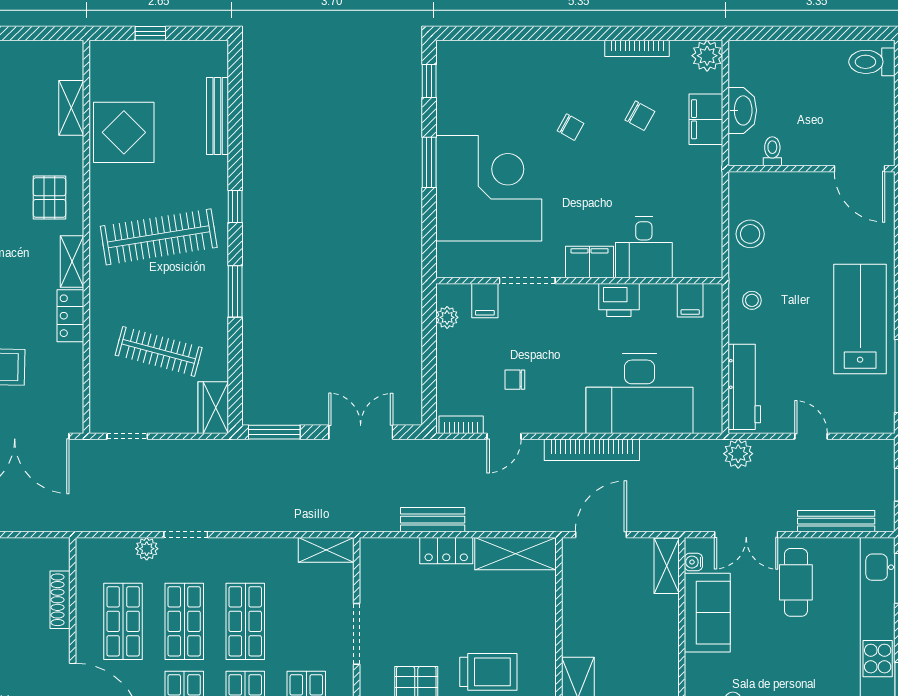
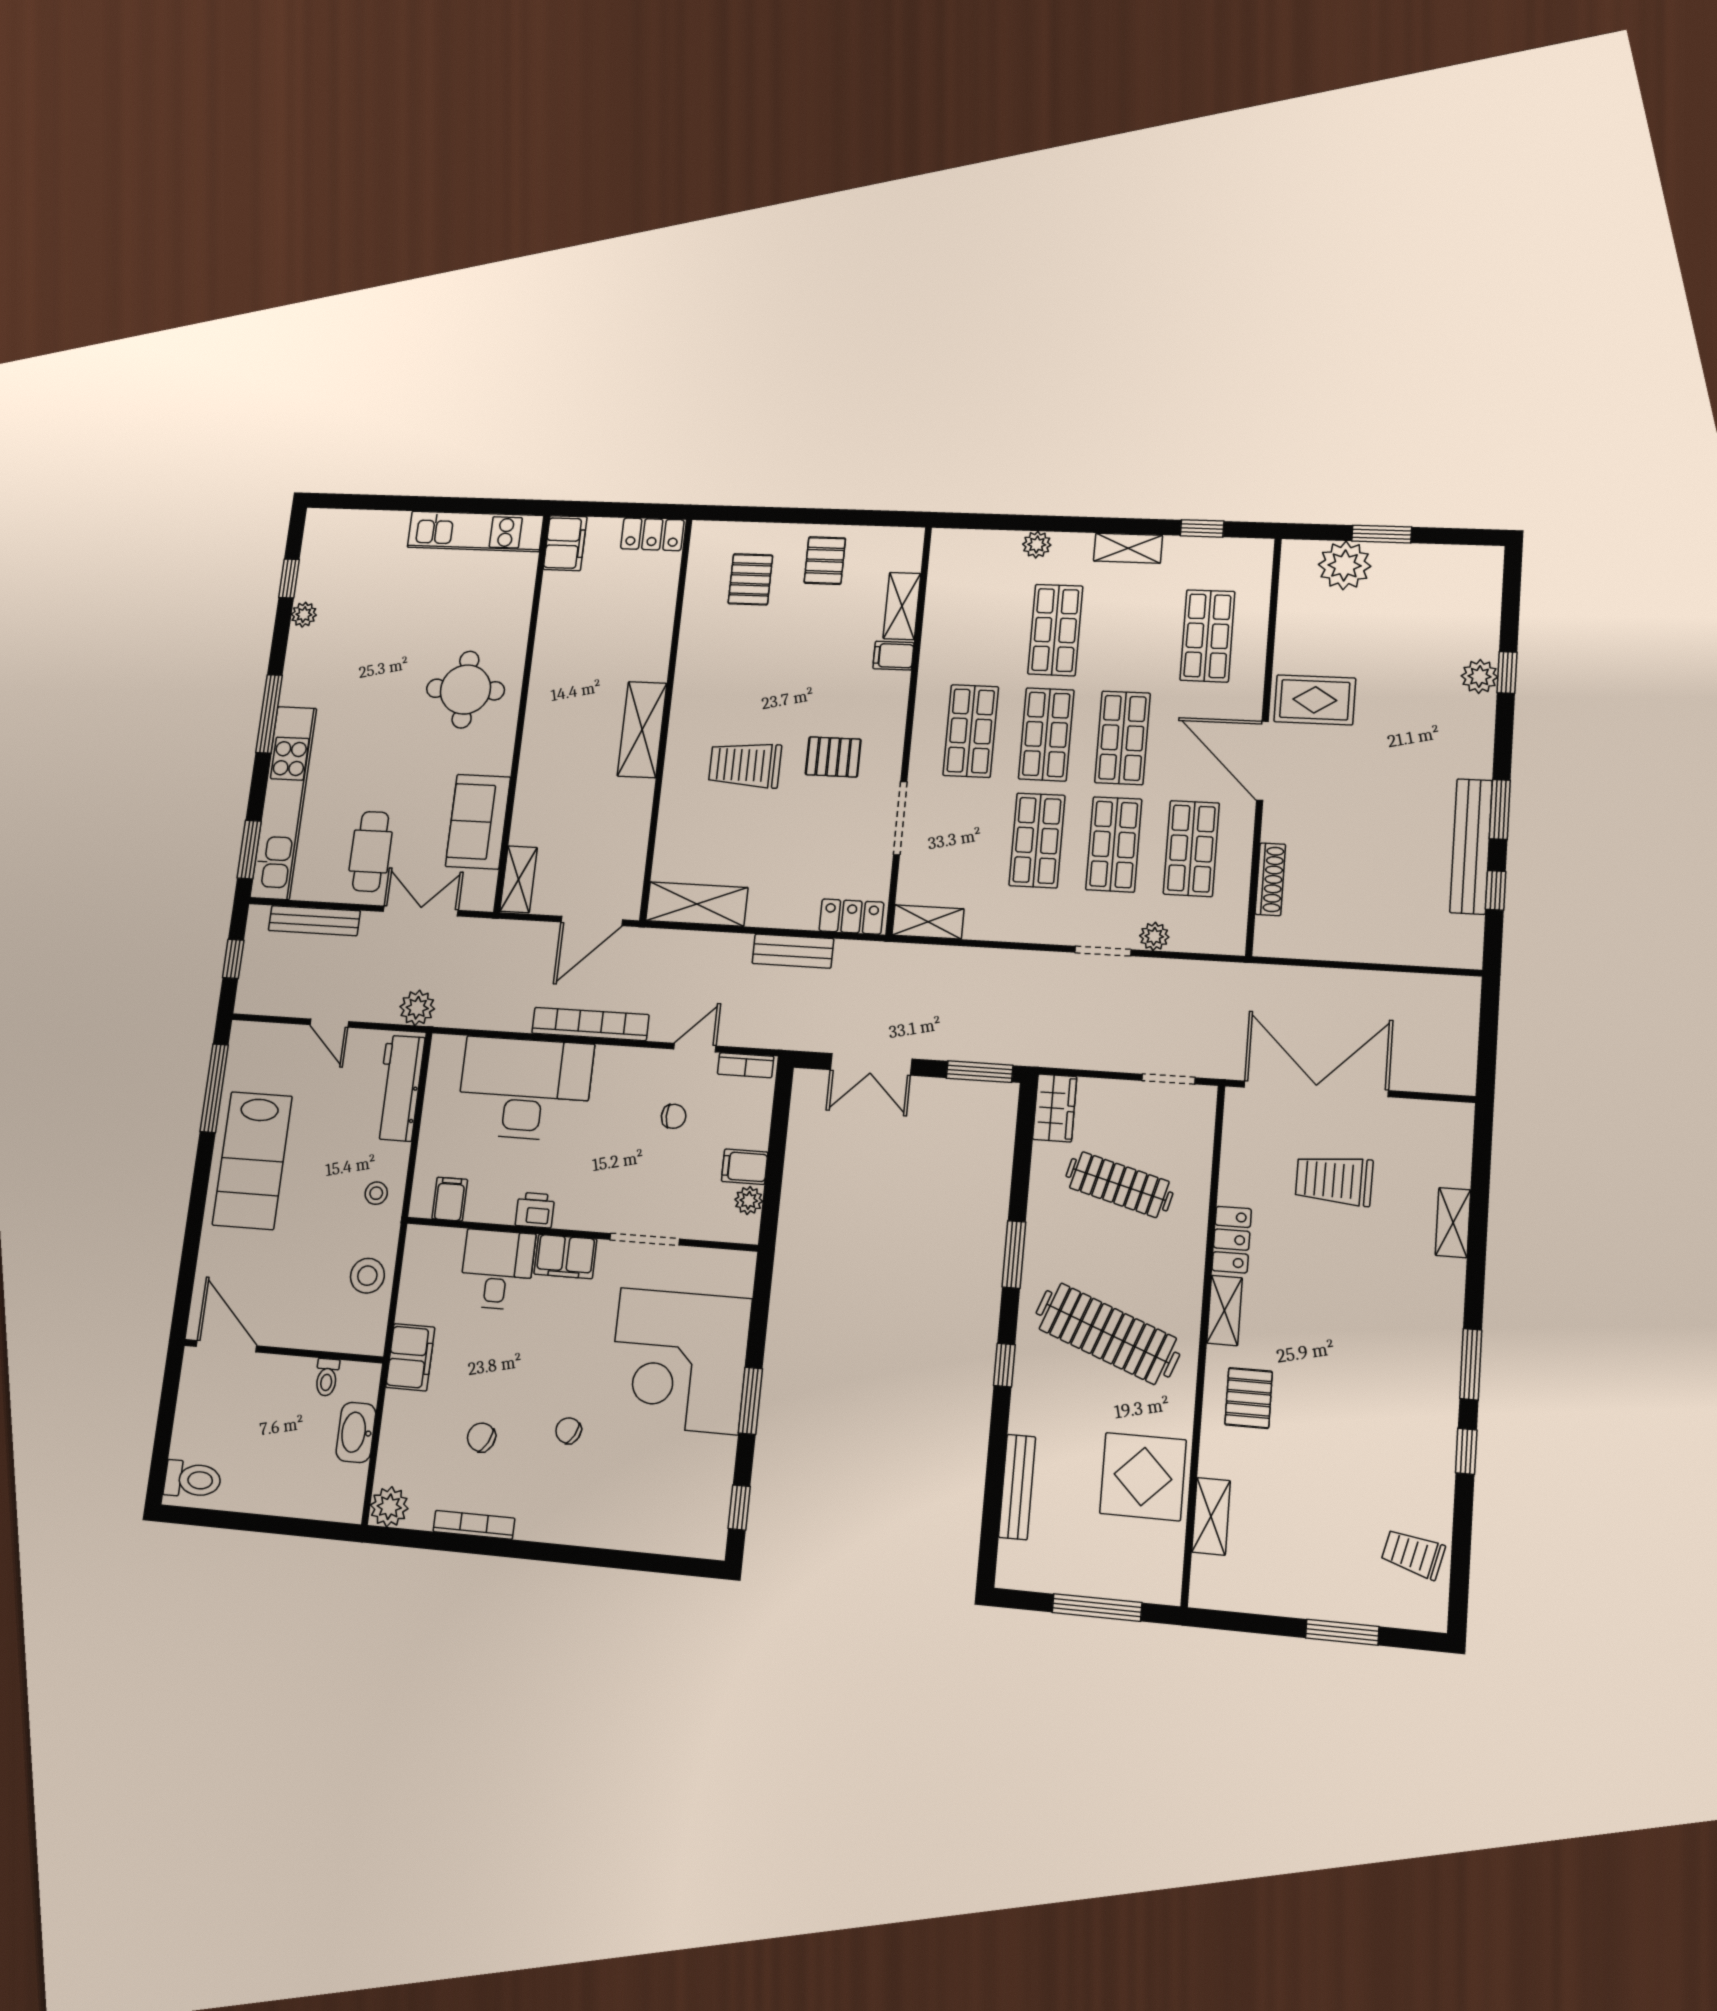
window: (150, 33) -> (1097, 1608), width x2.17
filing cabinet: (706, 119) -> (410, 1357), moved
clothes rail: (159, 237) -> (1108, 1334), turned 30
printer: (619, 300) -> (535, 1210), width x0.73, depth x0.81
filing cabinet: (485, 301) -> (745, 1167), moved, turned -90
locker: (446, 551) -> (851, 917), moved
water cooler: (693, 562) -> (486, 882), removed

